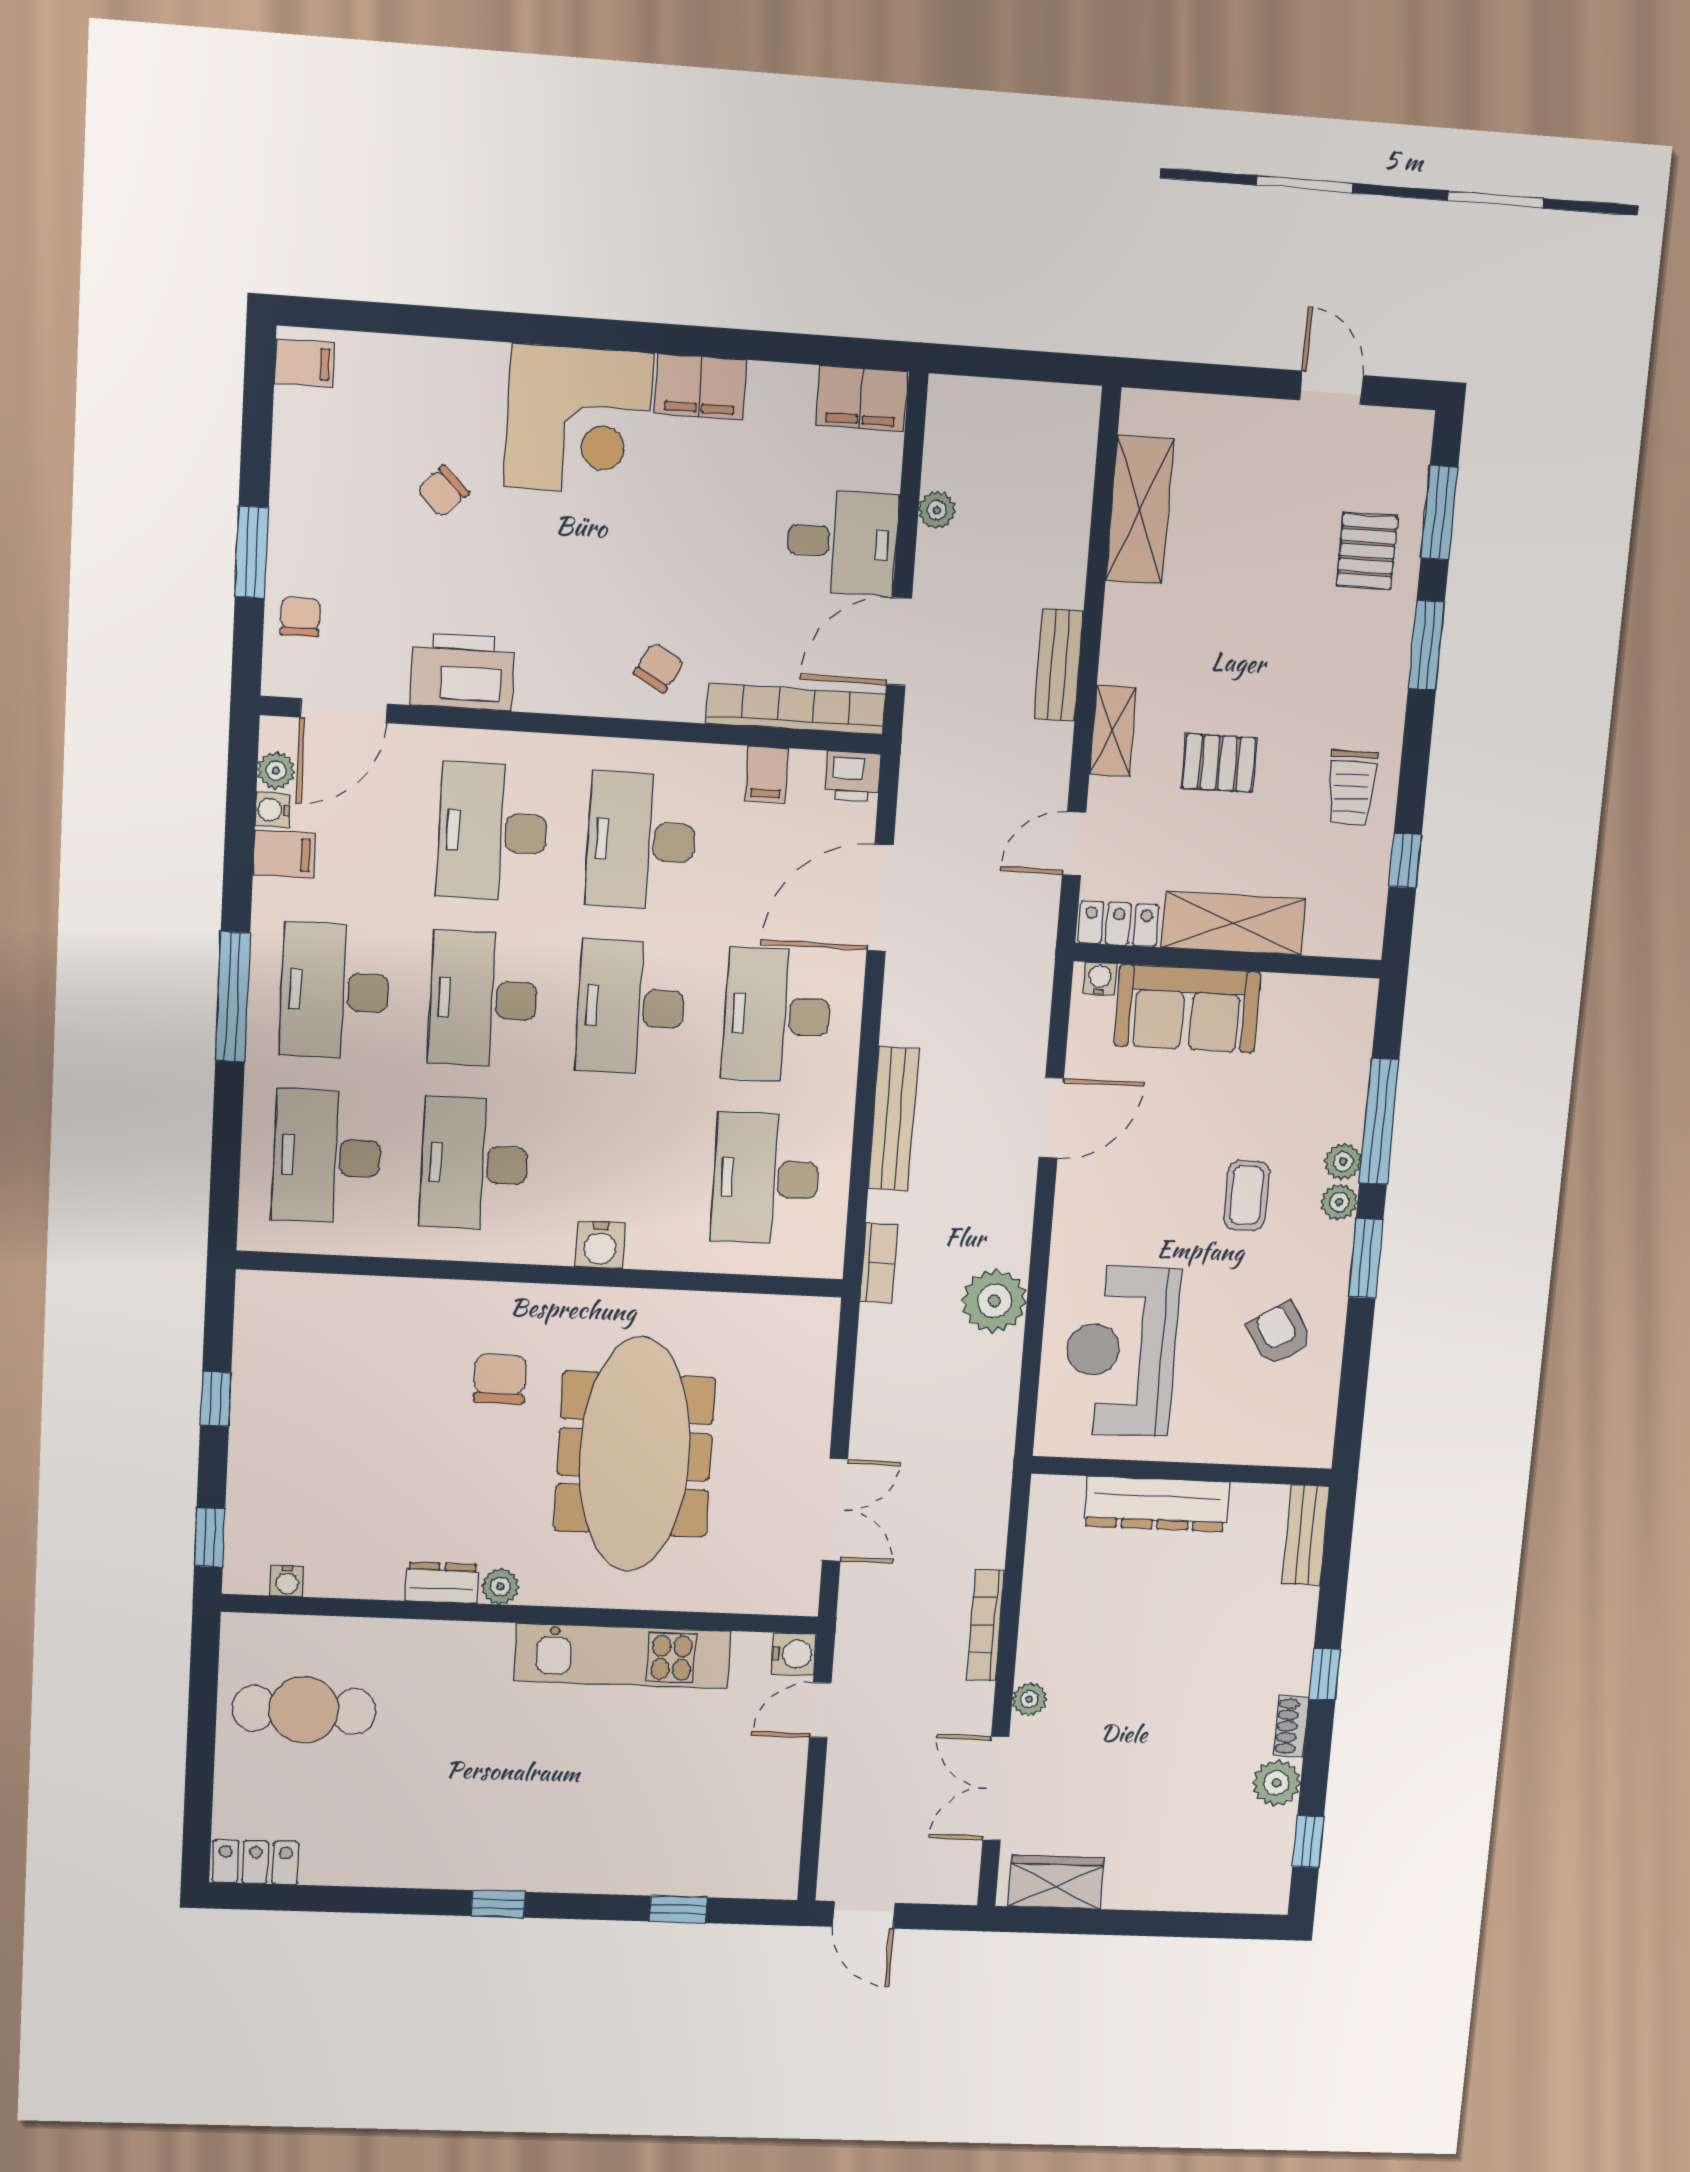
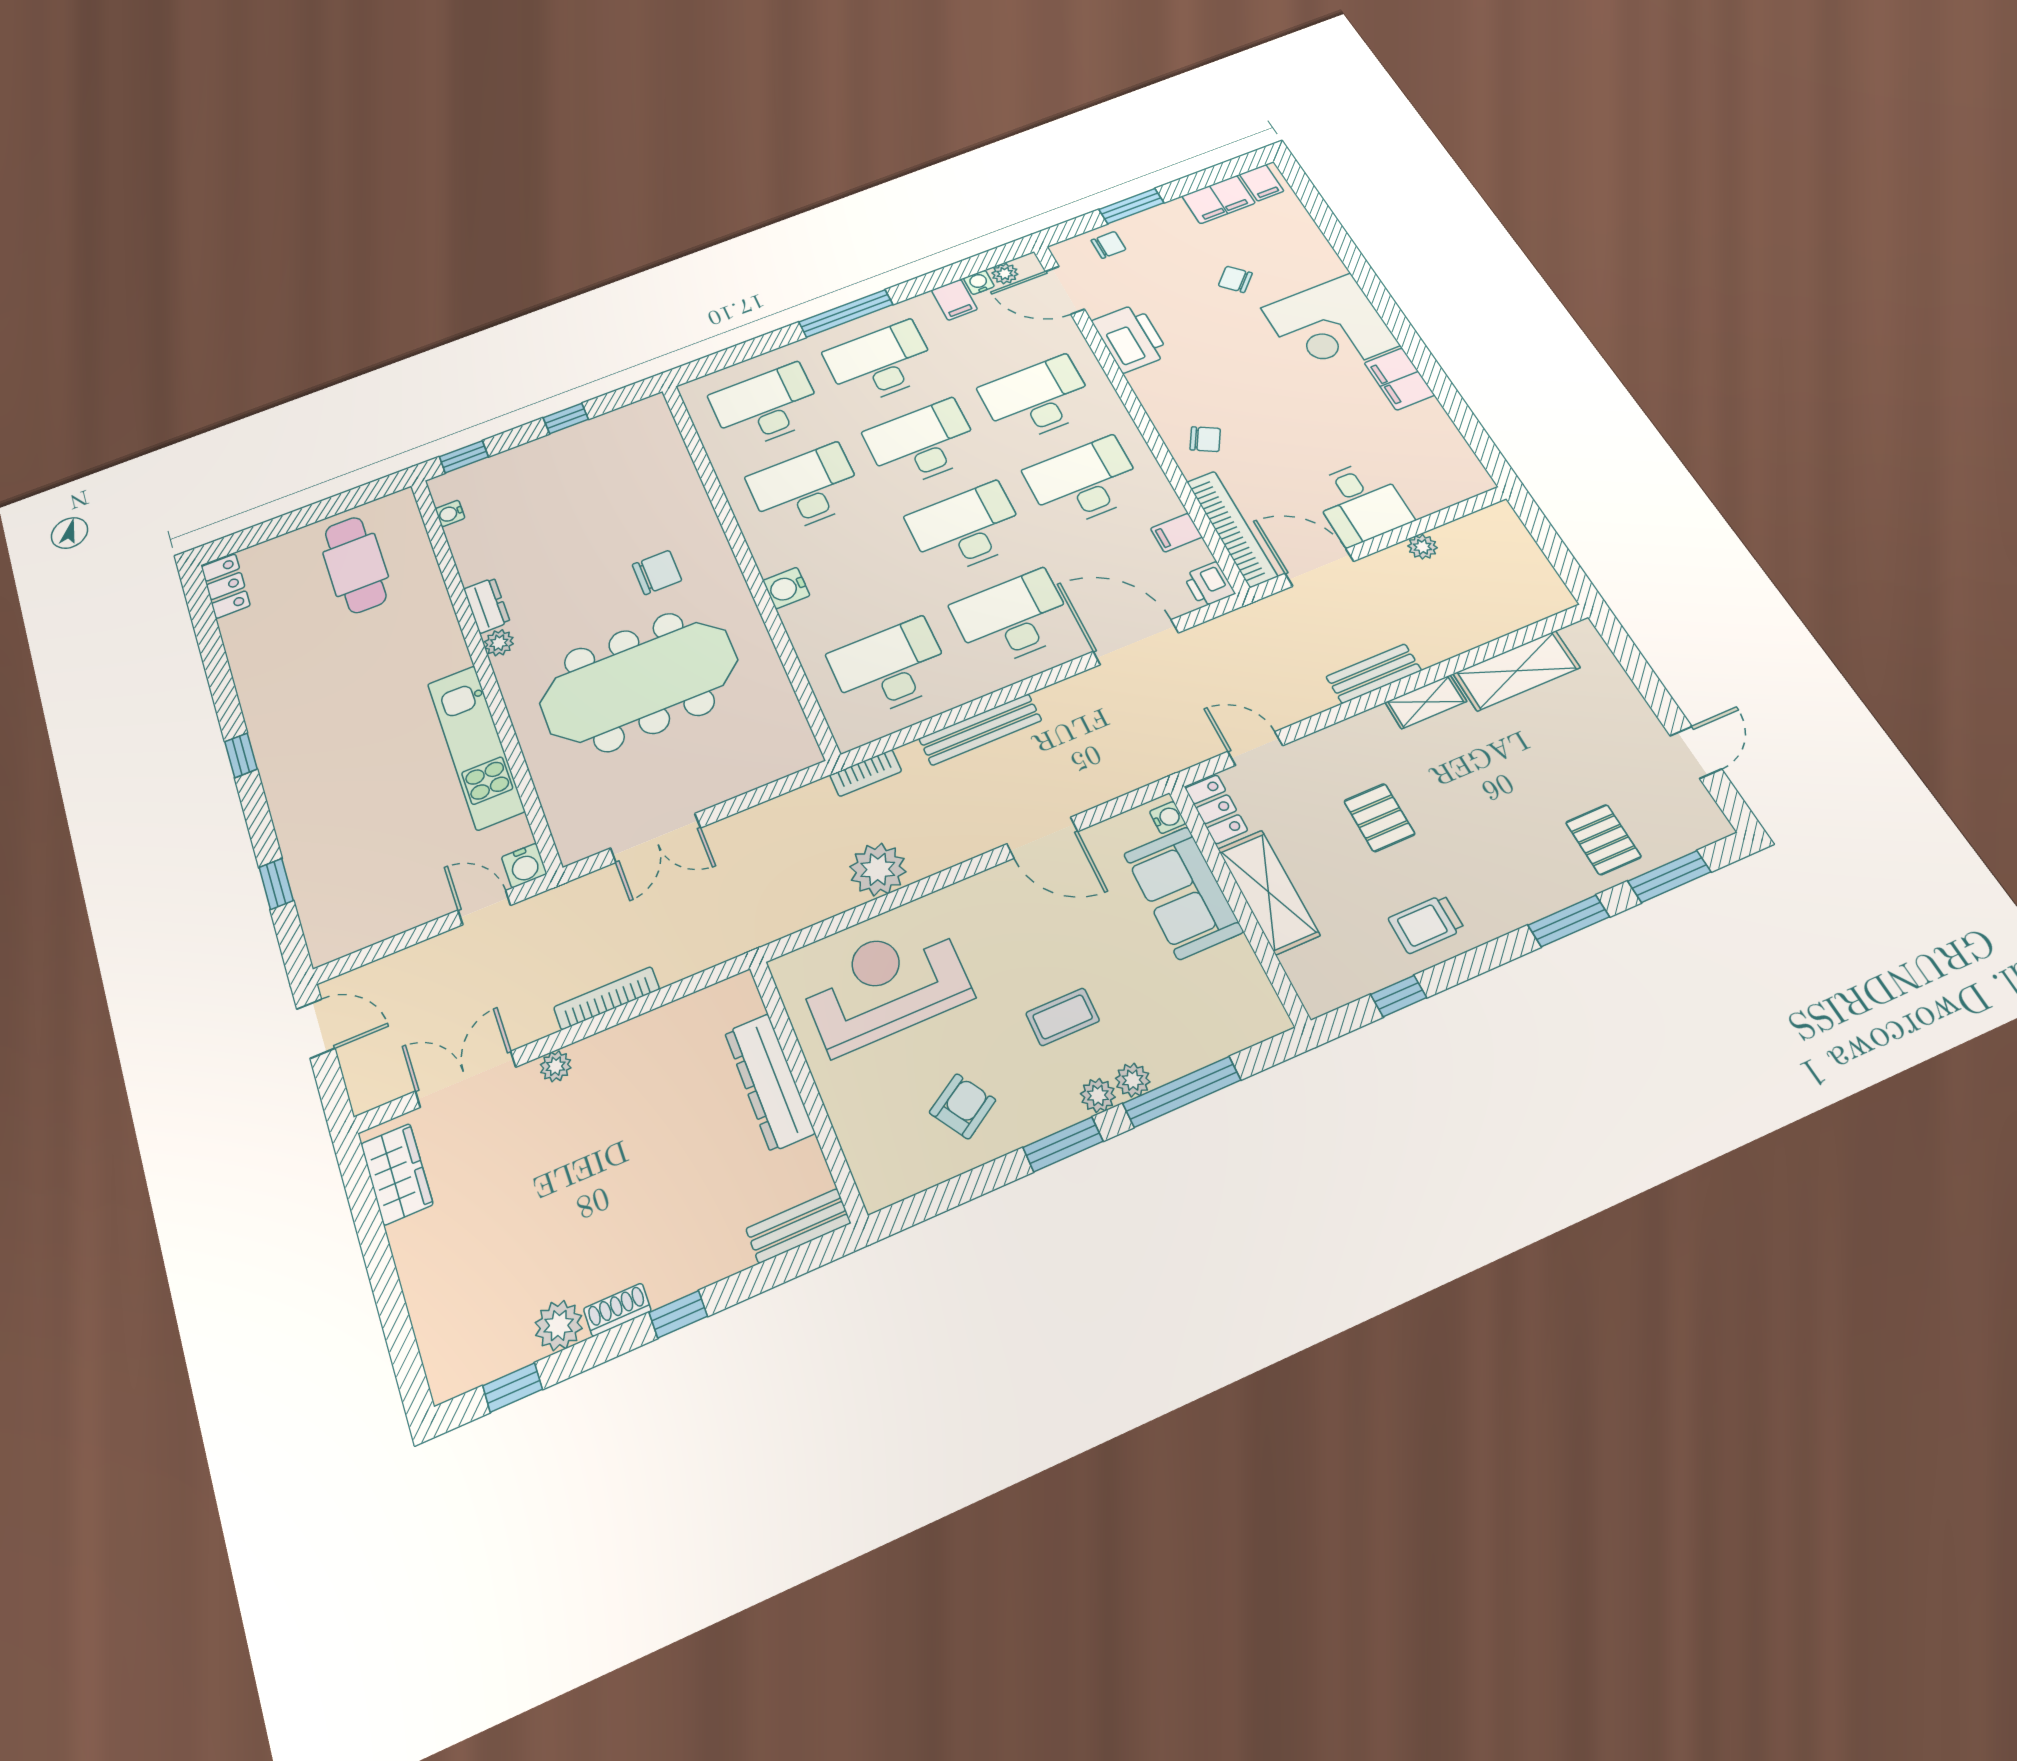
filing cabinet: (862, 398) -> (1218, 199), moved, turned -90
pallet: (1367, 551) -> (1603, 840), turned 90
shelving: (1113, 731) -> (1426, 702), moved
door: (864, 1915) -> (316, 1029), swing flipped

